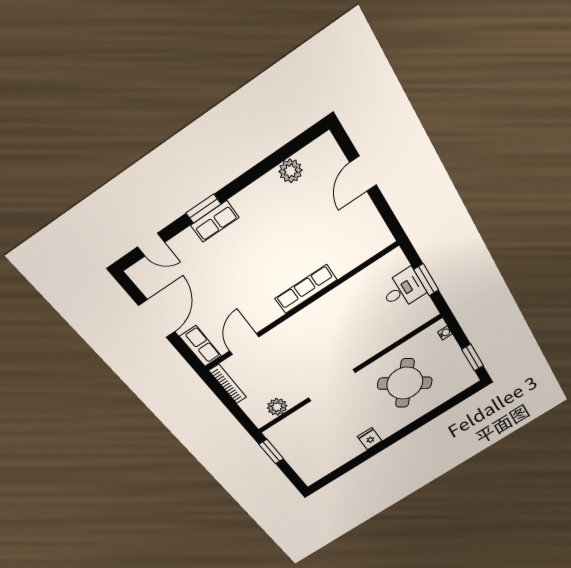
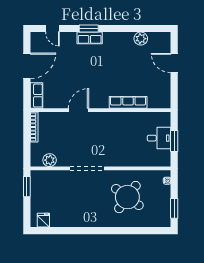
door: (363, 174) -> (174, 63), hinge flipped
row of seats: (306, 289) -> (128, 102), moved
door: (244, 344) -> (78, 110), moved
fridge: (370, 439) -> (43, 220), moved

